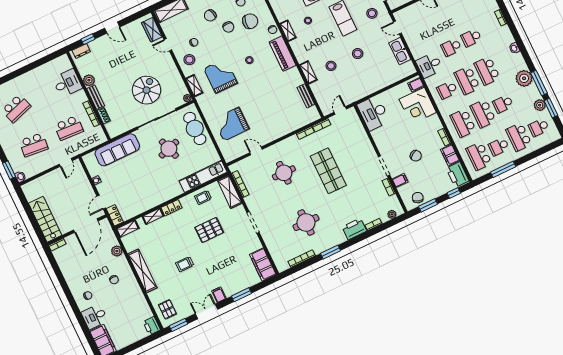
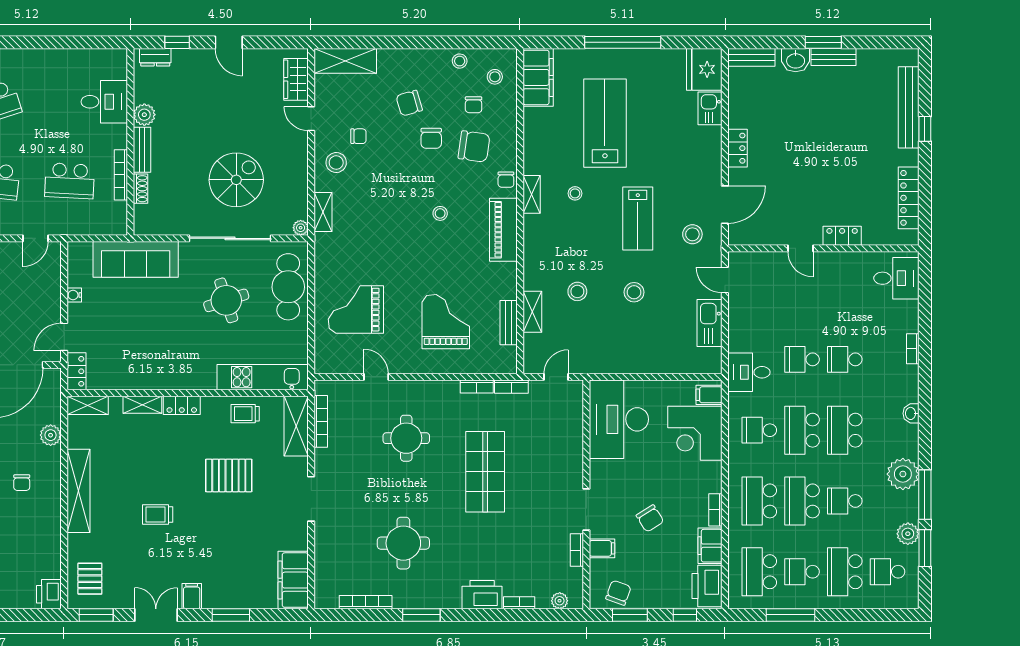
shelving: (308, 72) -> (532, 312), moved
grand piano: (221, 76) -> (446, 322), moved
desk: (373, 113) -> (619, 419), width x1.36, depth x1.30

